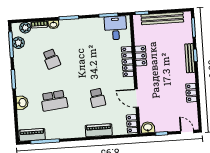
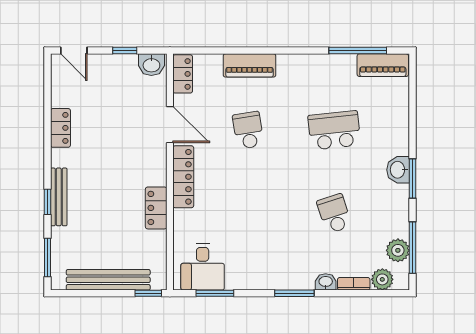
locker: (127, 62) -> (183, 177), moved
washbasin: (22, 103) -> (398, 170), moved

